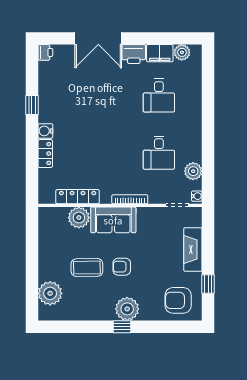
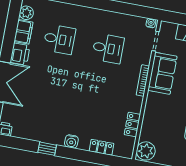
locker: (45, 154) -> (101, 147), moved
plant: (193, 171) -> (129, 22), removed
locker: (78, 197) -> (132, 125), width x0.66
plant: (79, 218) -> (146, 151), moved
sofa: (113, 220) -> (162, 73), moved

